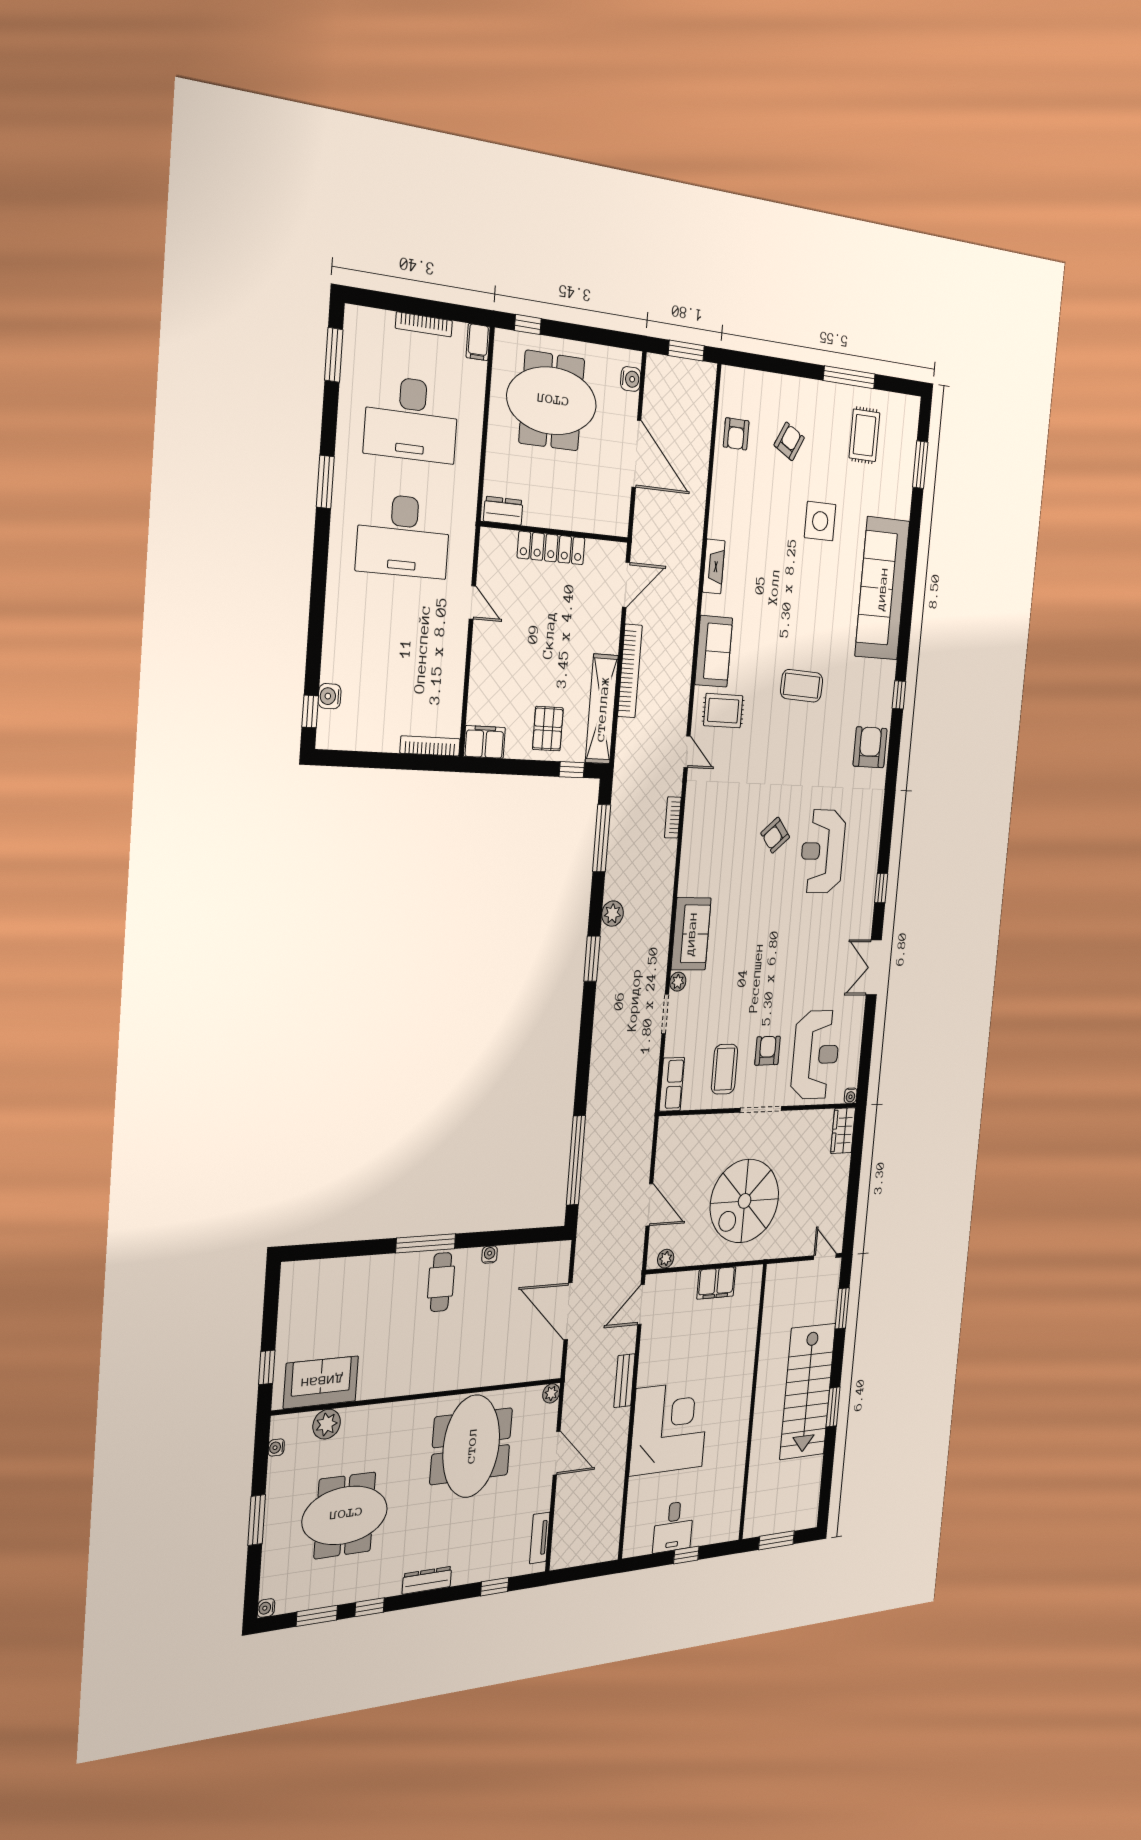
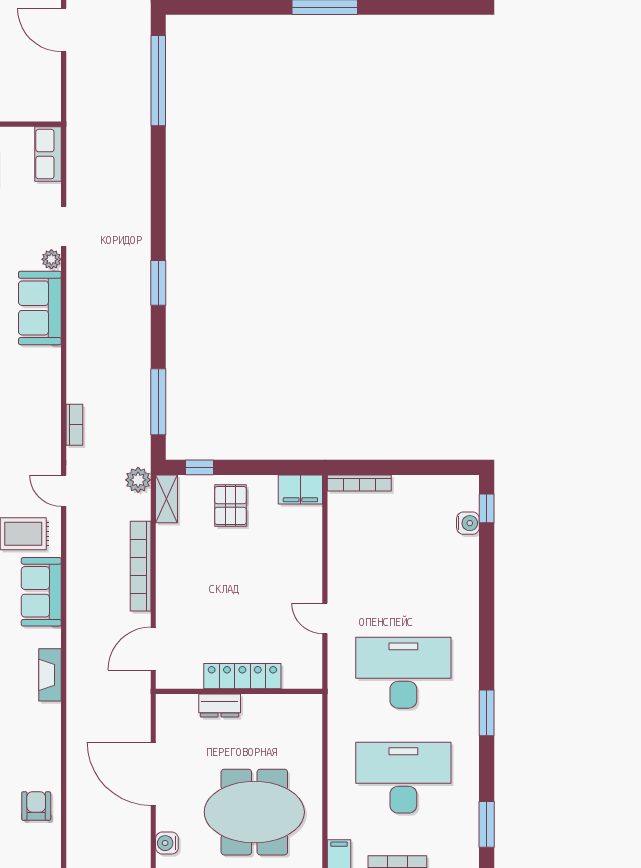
dresser: (503, 511) -> (220, 705), moved
shelving: (602, 709) -> (167, 499), width x0.45, depth x0.75
plant: (613, 914) -> (138, 480), moved

